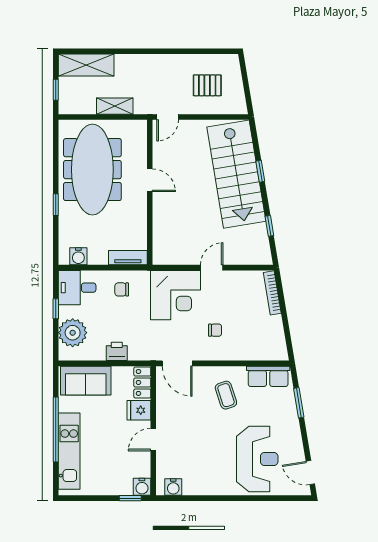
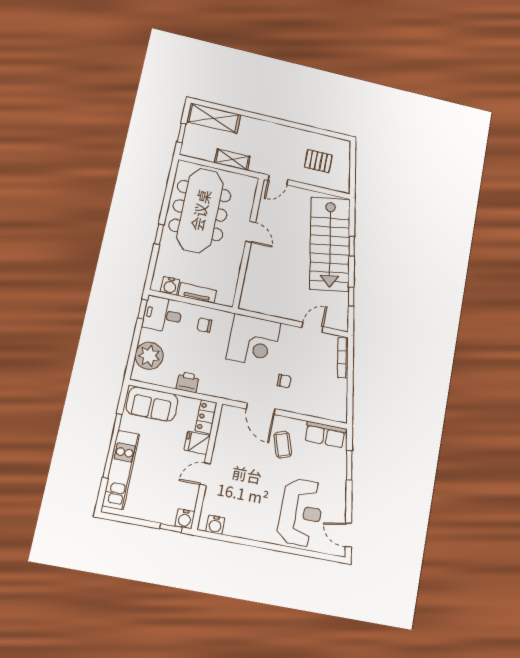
tv unit: (128, 258) -> (197, 293), moved
door: (212, 268) -> (312, 327), moved
window: (56, 309) -> (143, 309), moved
door: (177, 363) -> (261, 409), moved

